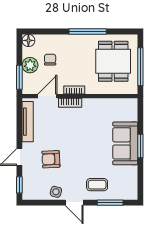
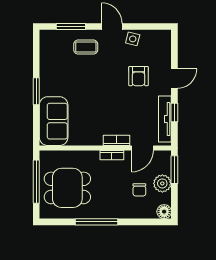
dining table: (113, 61) -> (67, 188), turned 90
sofa: (125, 143) -> (54, 121), moved
armchair: (51, 159) -> (138, 76), turned 93
window: (19, 185) -> (174, 112), moved

